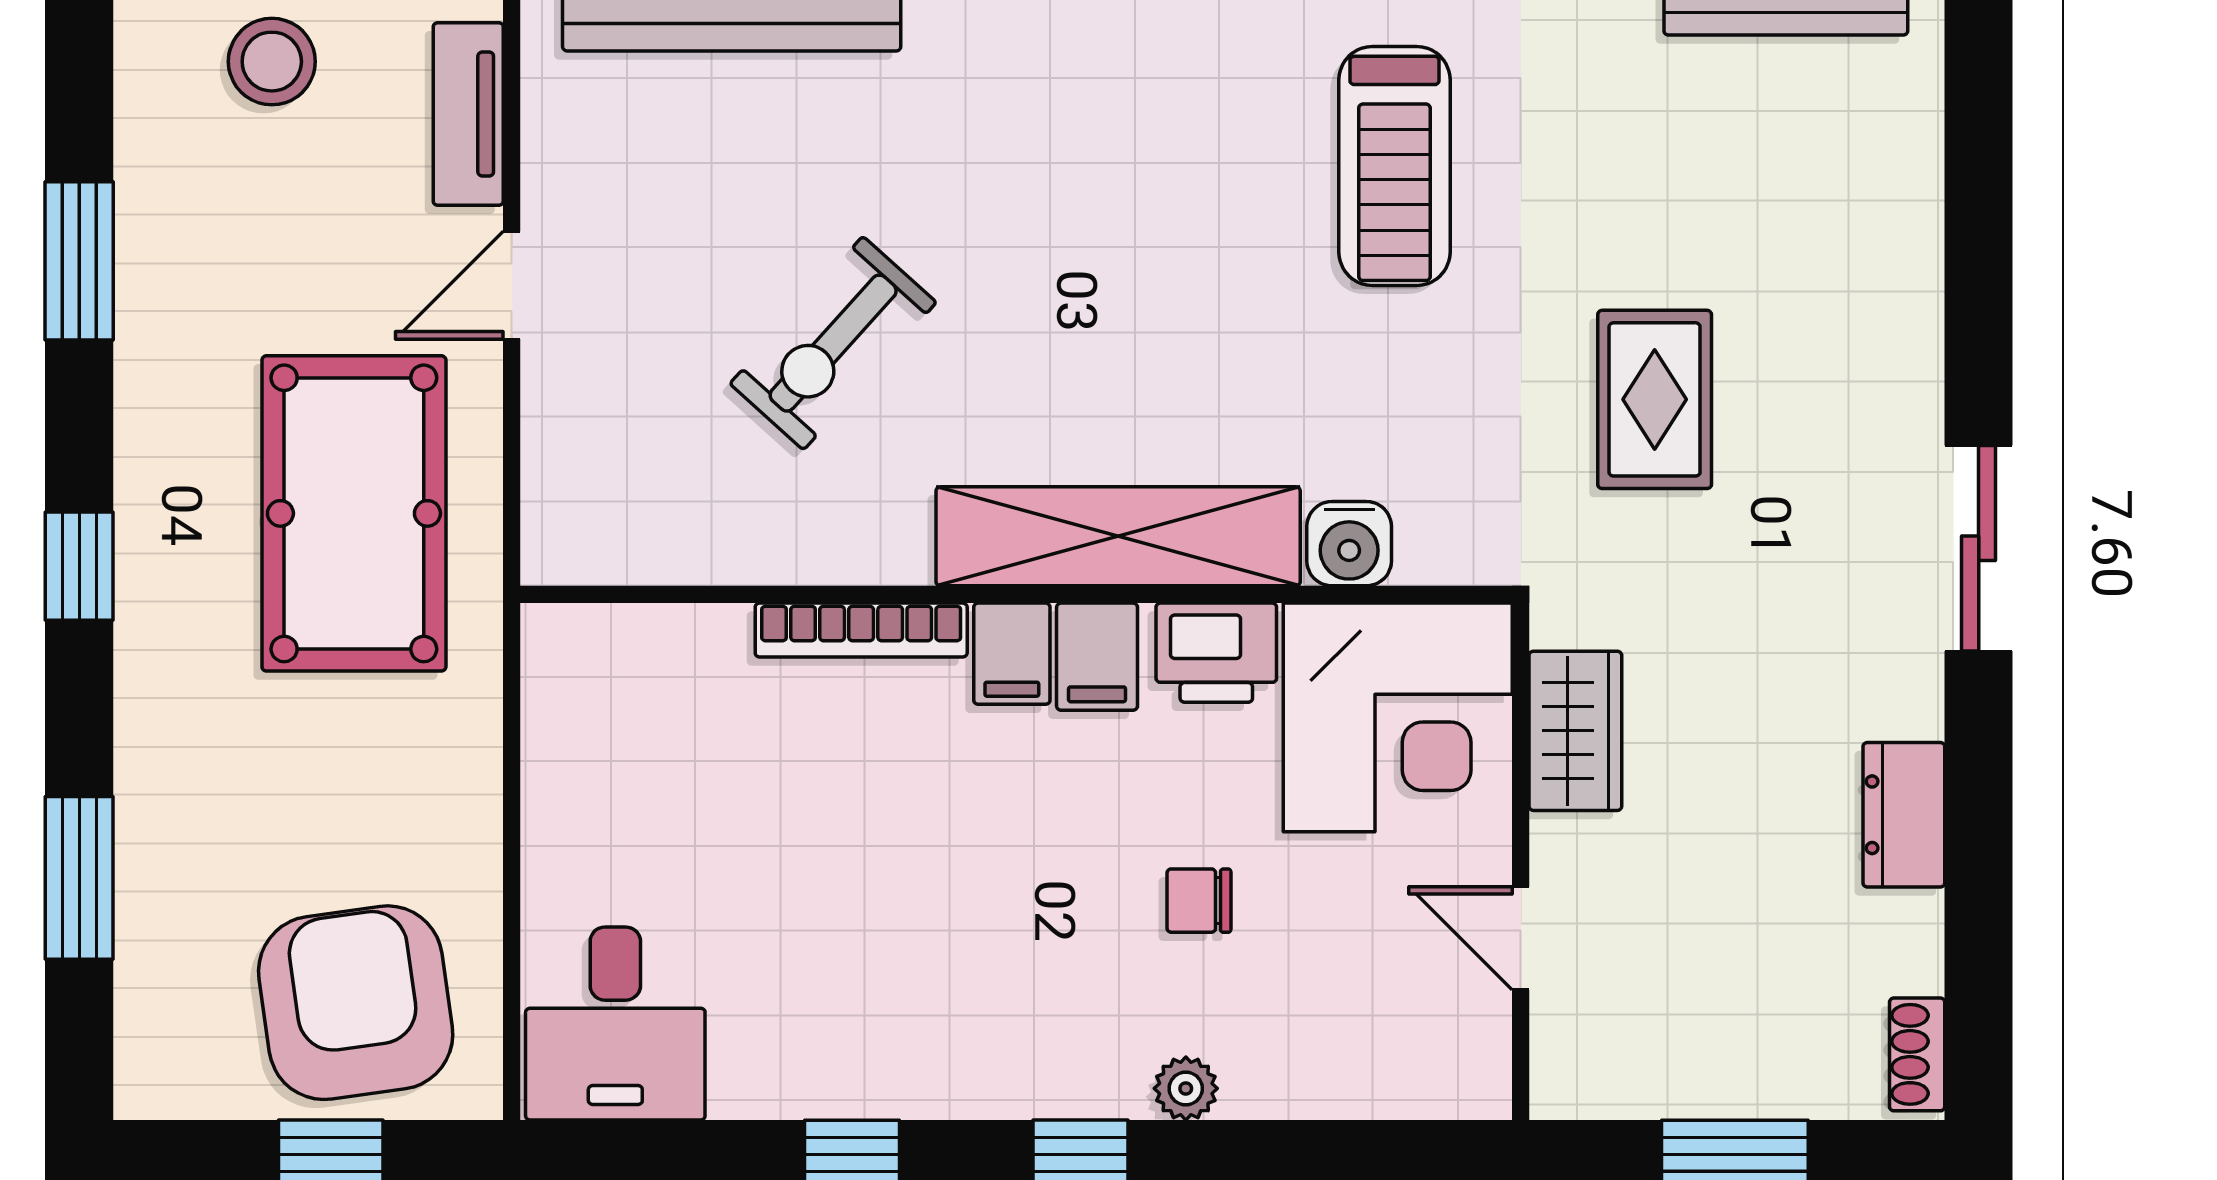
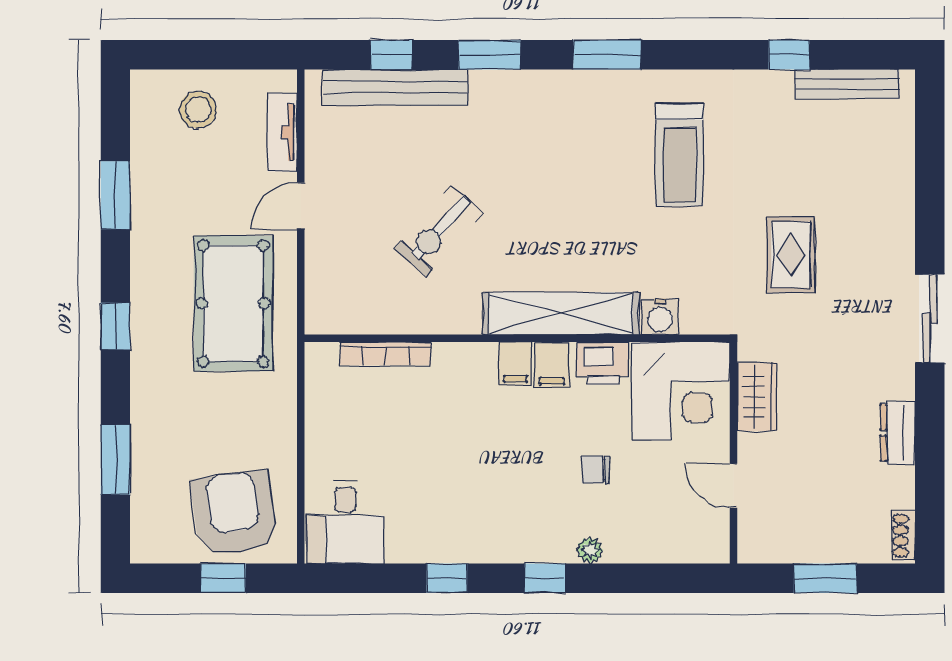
bookcase: (861, 630) -> (385, 354), moved

